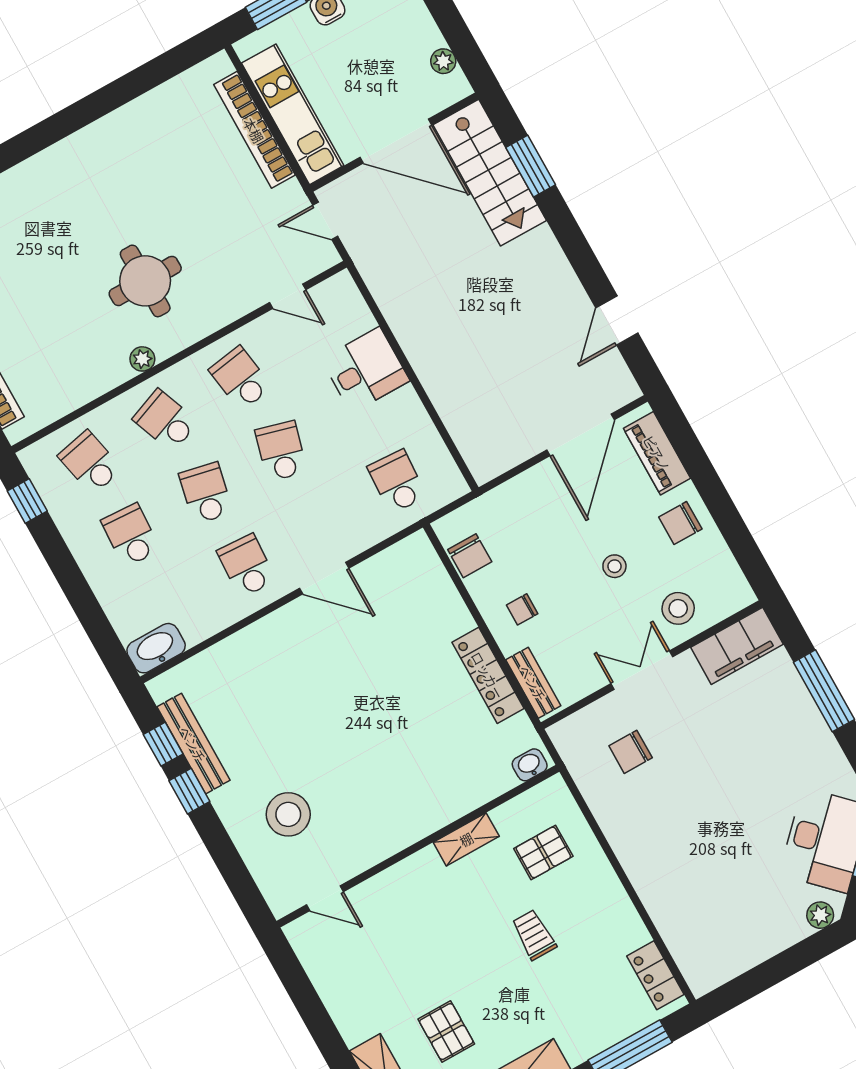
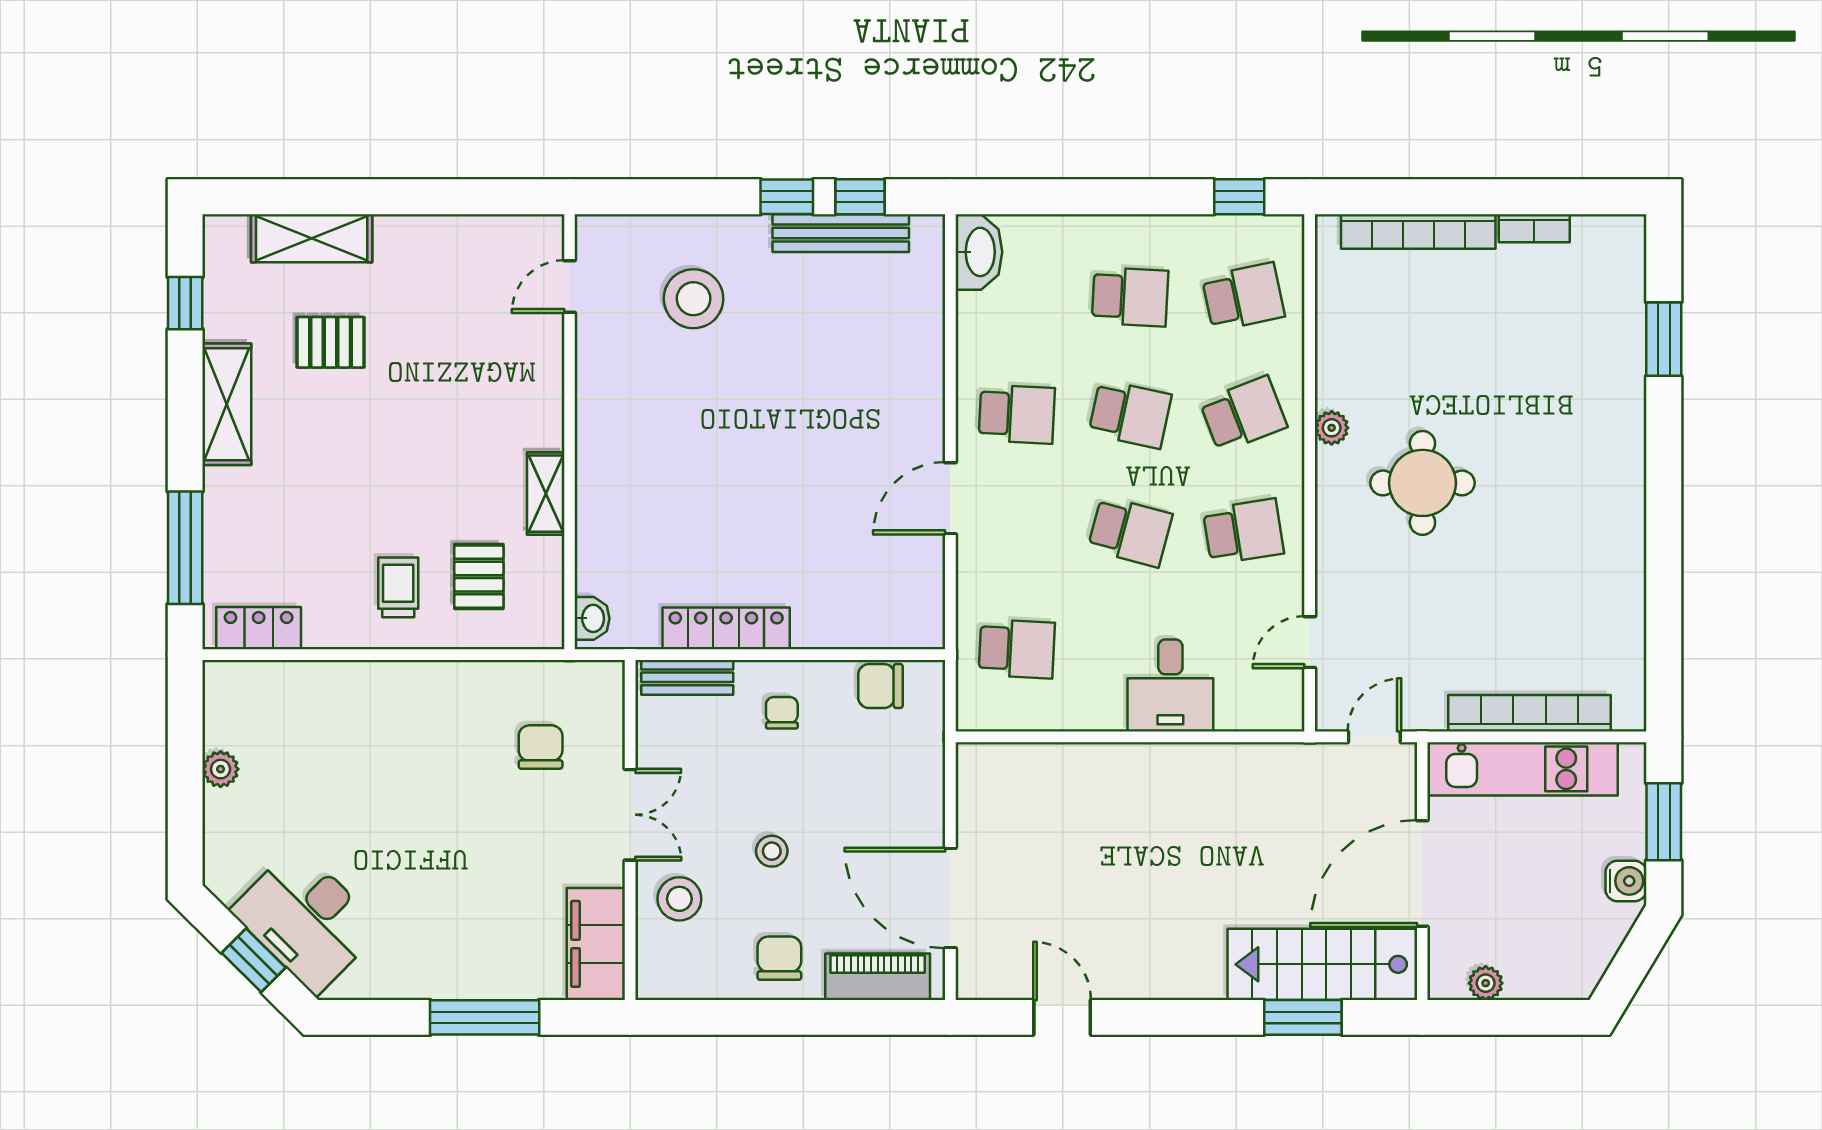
plant: (820, 915) -> (221, 769), moved
trolley: (534, 935) -> (398, 587), moved, turned -90

